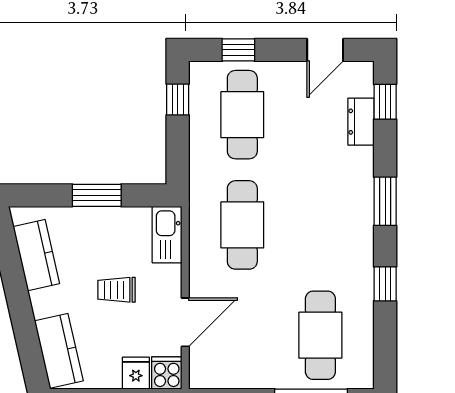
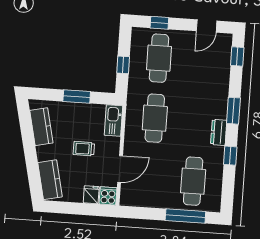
window: (178, 99) -> (123, 65), moved
dresser: (361, 122) -> (219, 132), moved

